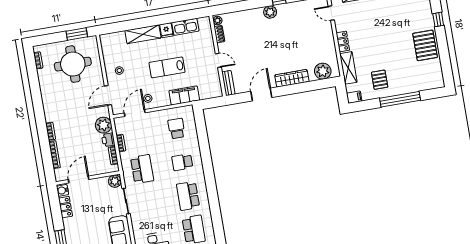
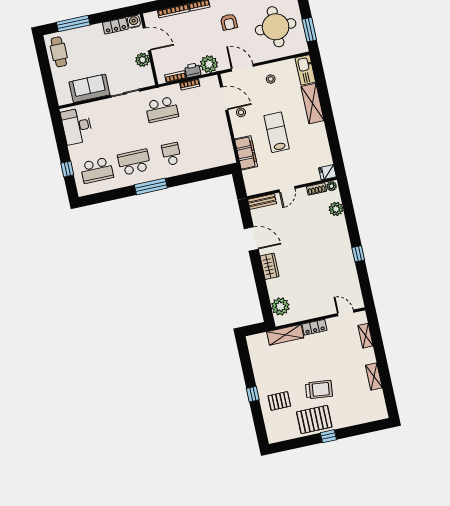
plant: (270, 12) -> (336, 209), moved
door: (331, 13) -> (346, 313), hinge flipped
window: (438, 19) -> (328, 436), moved
kitchen sink: (185, 27) -> (305, 70), moved
fridge: (166, 30) -> (327, 172), moved
trolley: (399, 40) -> (319, 390), added
wardrobe: (292, 78) -> (270, 266), width x0.67
pallet: (380, 80) -> (279, 401), moved
filing cabinet: (354, 97) -> (253, 343), removed
window: (400, 99) -> (253, 394), width x0.32
armchair: (67, 106) -> (229, 22), added
school desk: (176, 129) -> (209, 146), removed
plant: (115, 181) -> (143, 60), moved
window: (210, 182) -> (151, 186), added

